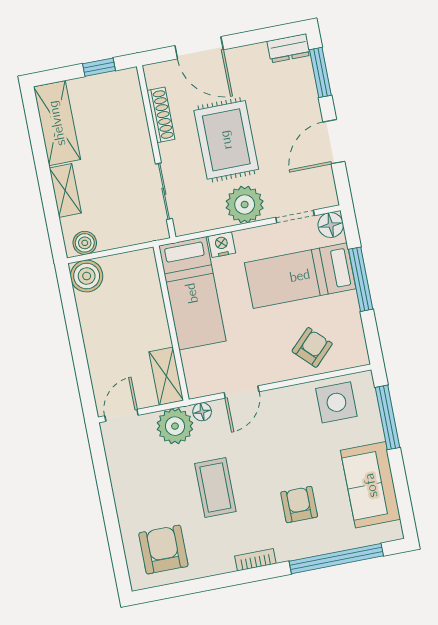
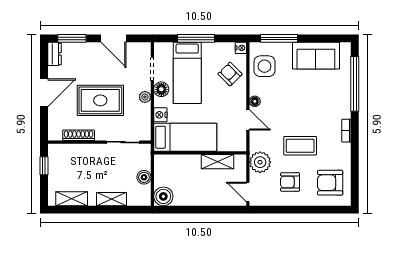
door: (199, 48) -> (44, 93), moved
shelving: (57, 123) -> (72, 199), width x0.67, depth x0.75
plant: (245, 205) -> (145, 97), width x0.53, depth x0.53
floor lamp: (331, 225) -> (161, 89), moved
boiler: (85, 243) -> (144, 177), moved
nightstand: (359, 357) -> (241, 48), added
shelving: (166, 376) -> (218, 162), moved
floor lamp: (202, 412) -> (255, 101), moved
armchair: (299, 505) -> (290, 182), moved

